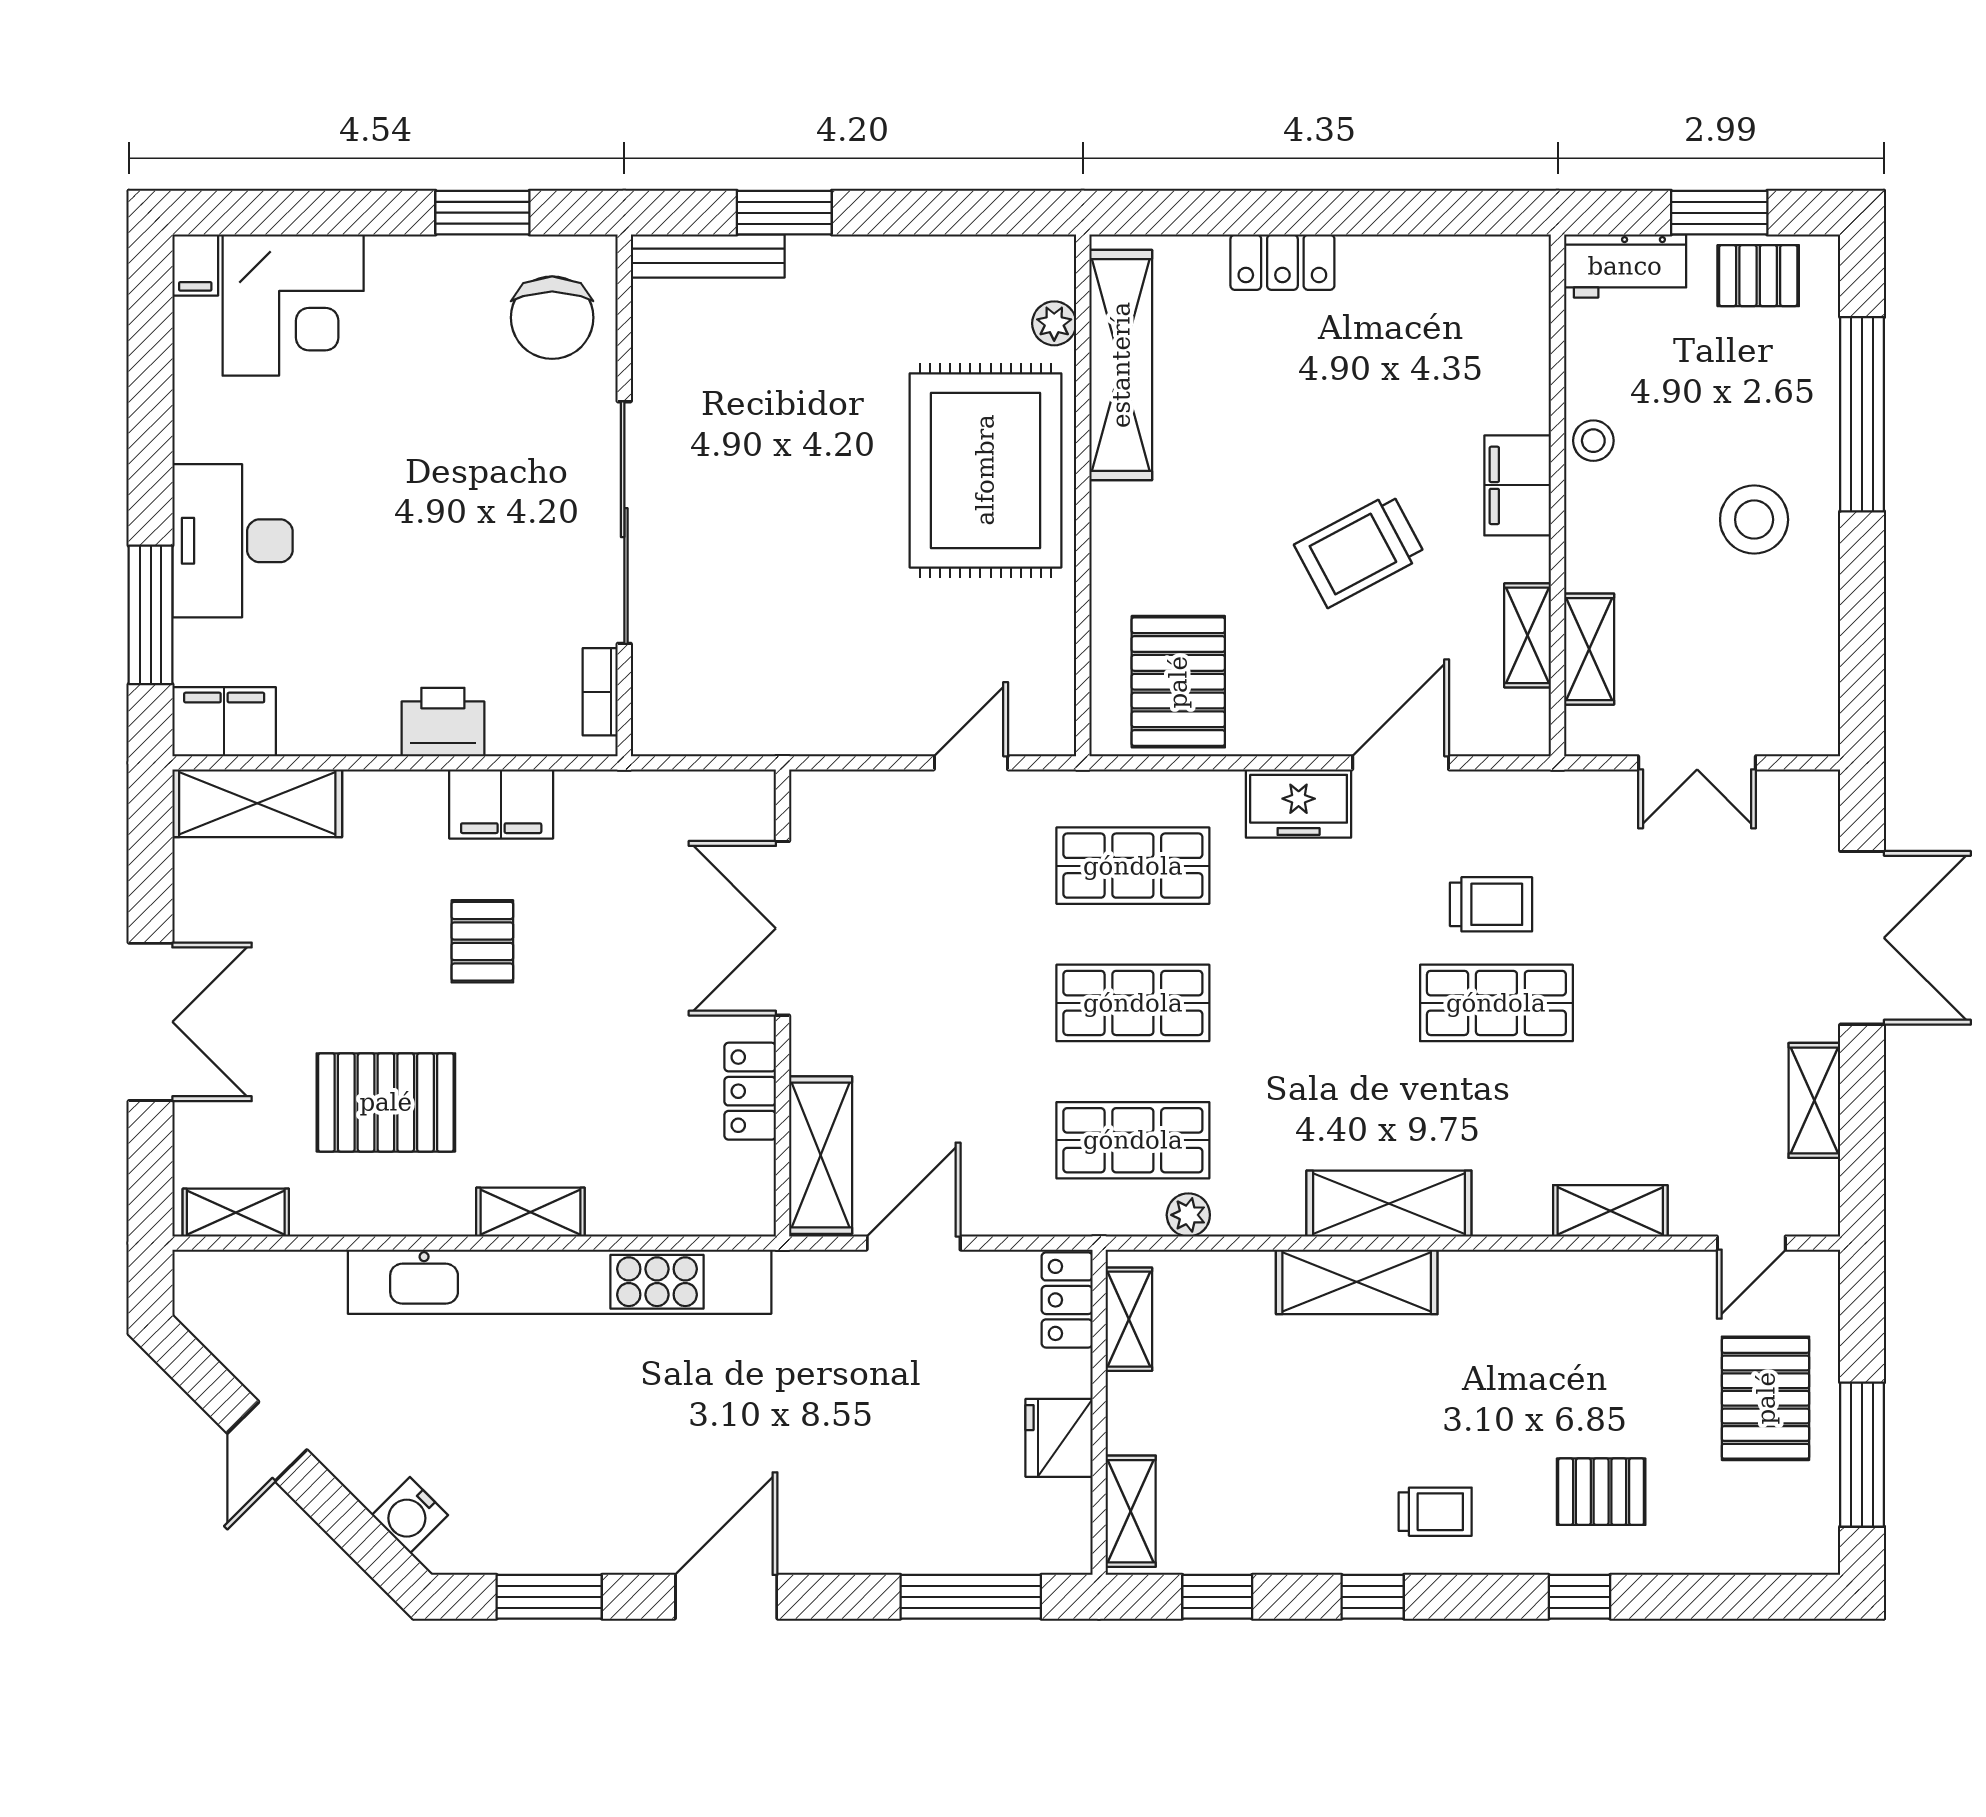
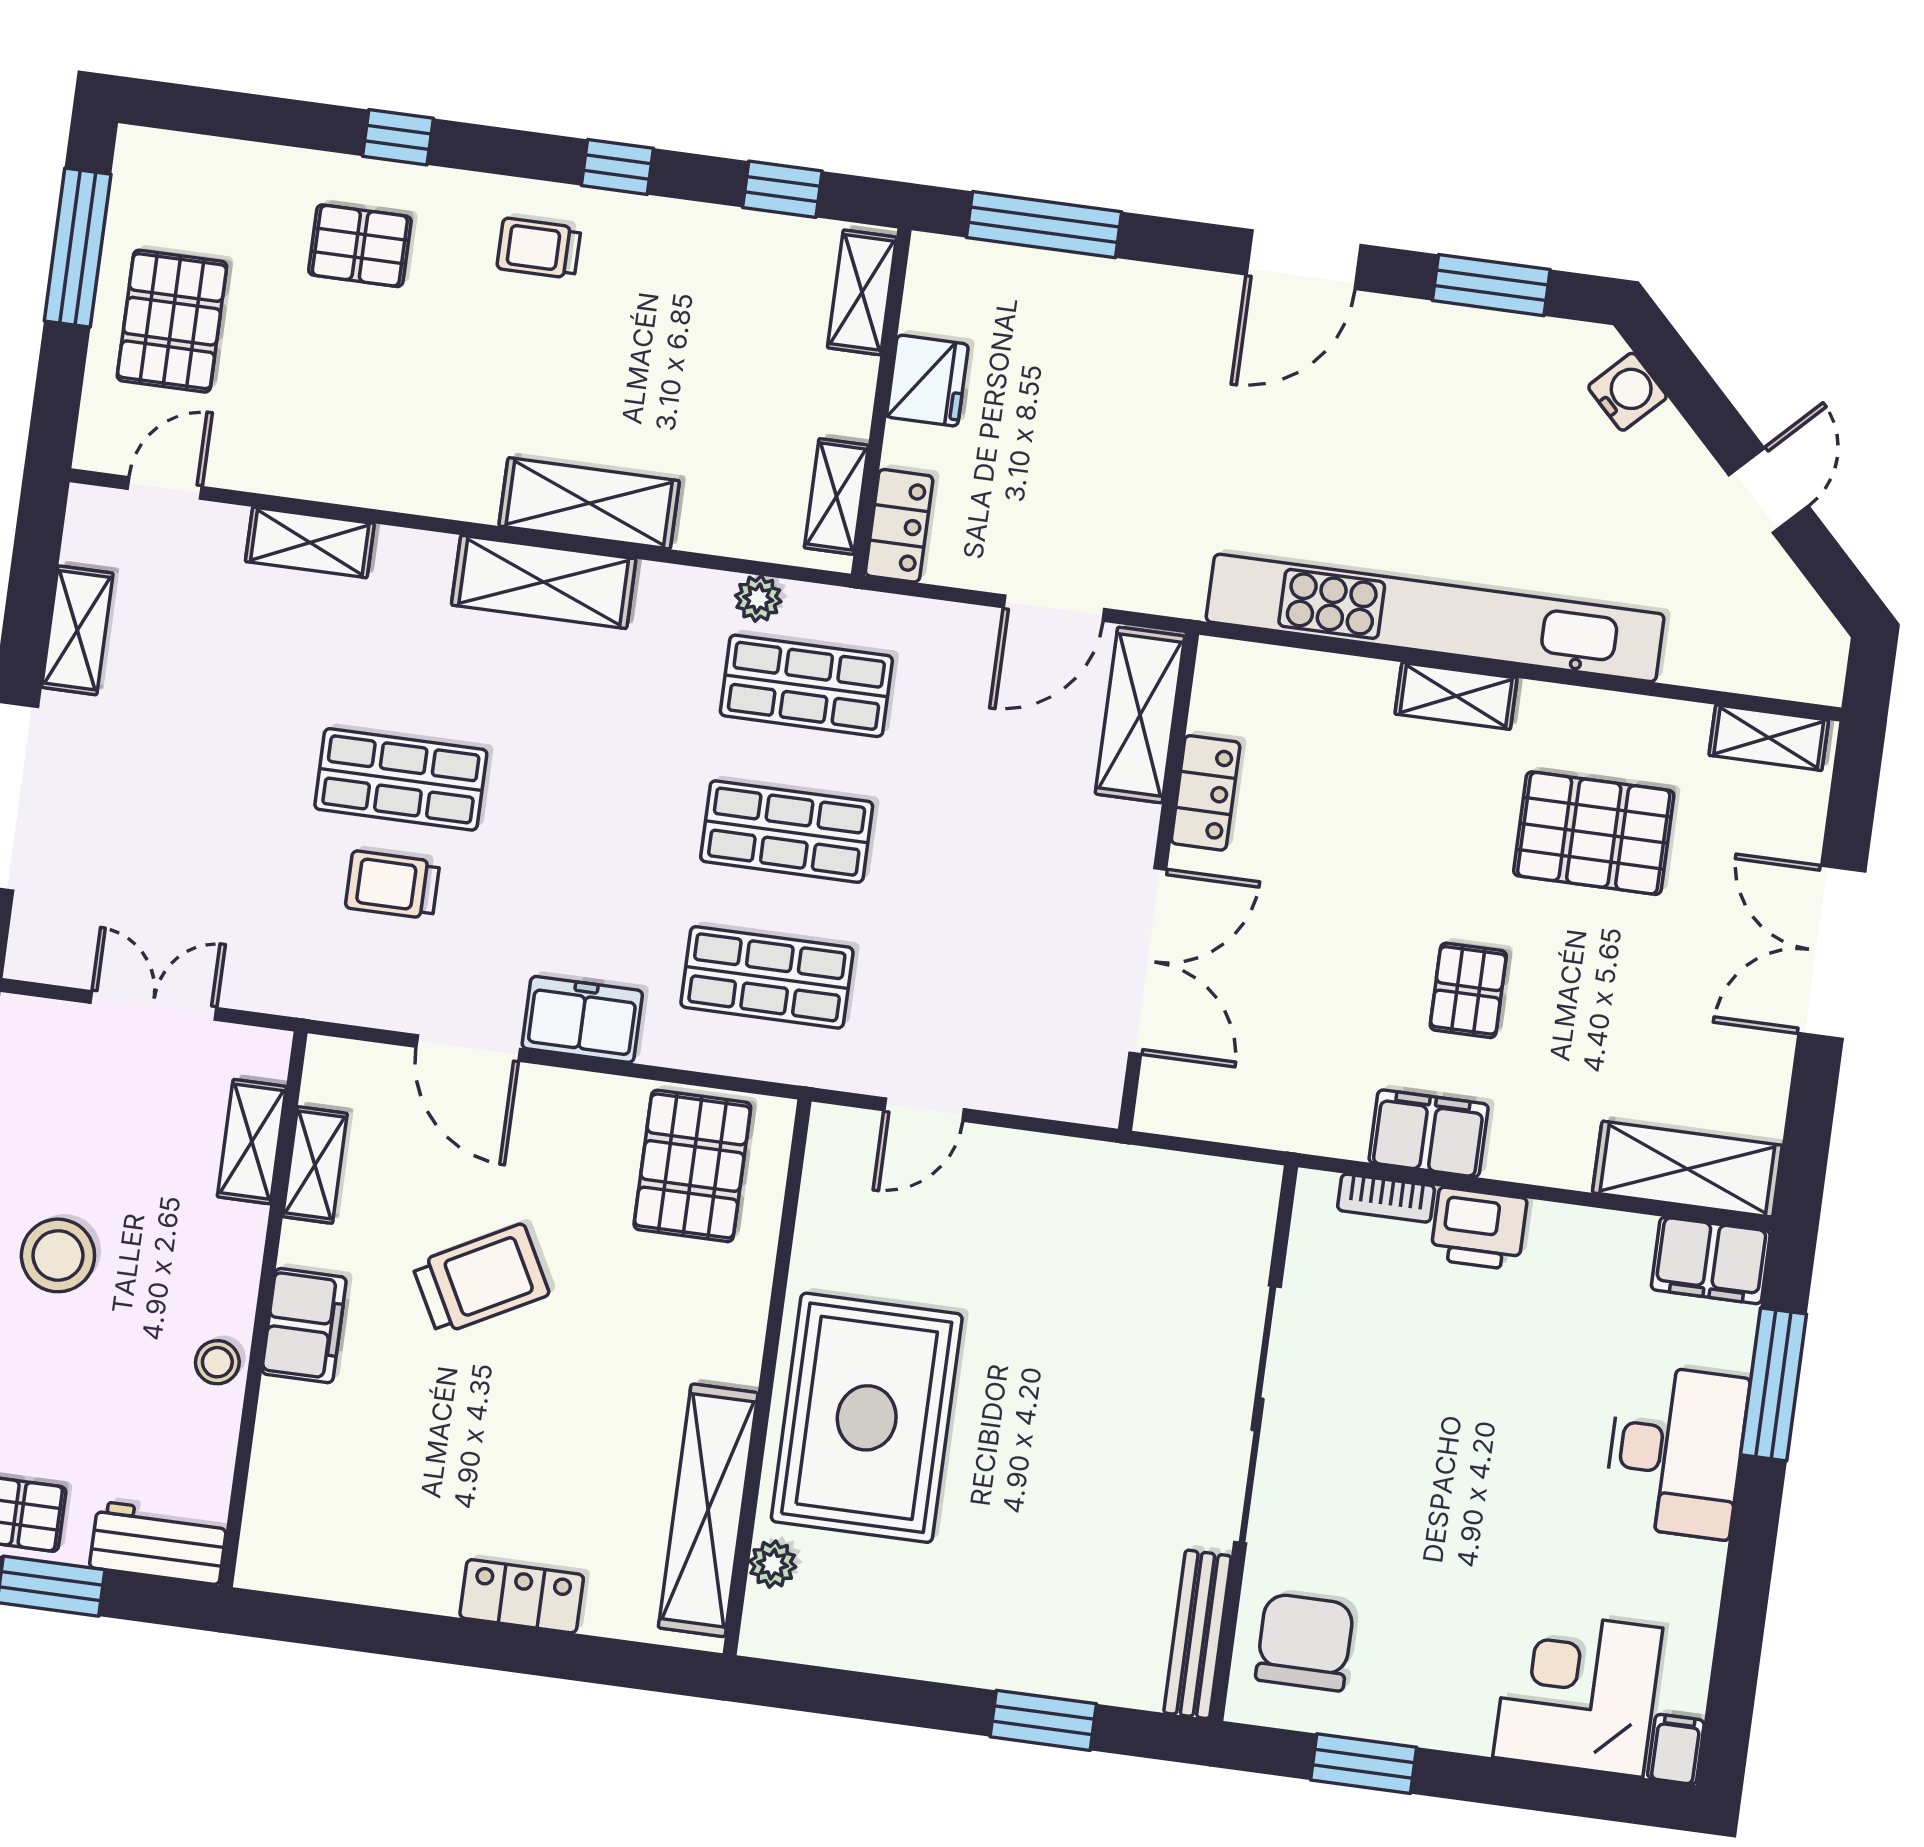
bench: (708, 256) -> (1197, 1634), moved, turned 90
bookcase: (600, 692) -> (1386, 1198), moved, turned 90
door: (1401, 763) -> (468, 1048), hinge flipped

